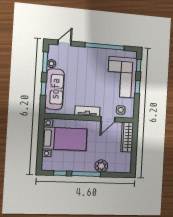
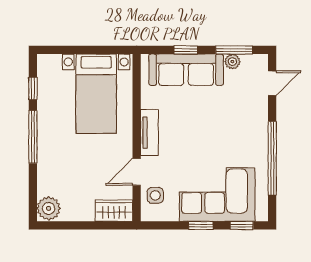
door: (65, 43) -> (272, 83), hinge flipped
door: (108, 119) -> (137, 172), hinge flipped
wardrobe: (127, 137) -> (114, 211), width x0.67
plant: (101, 166) -> (49, 208), moved

